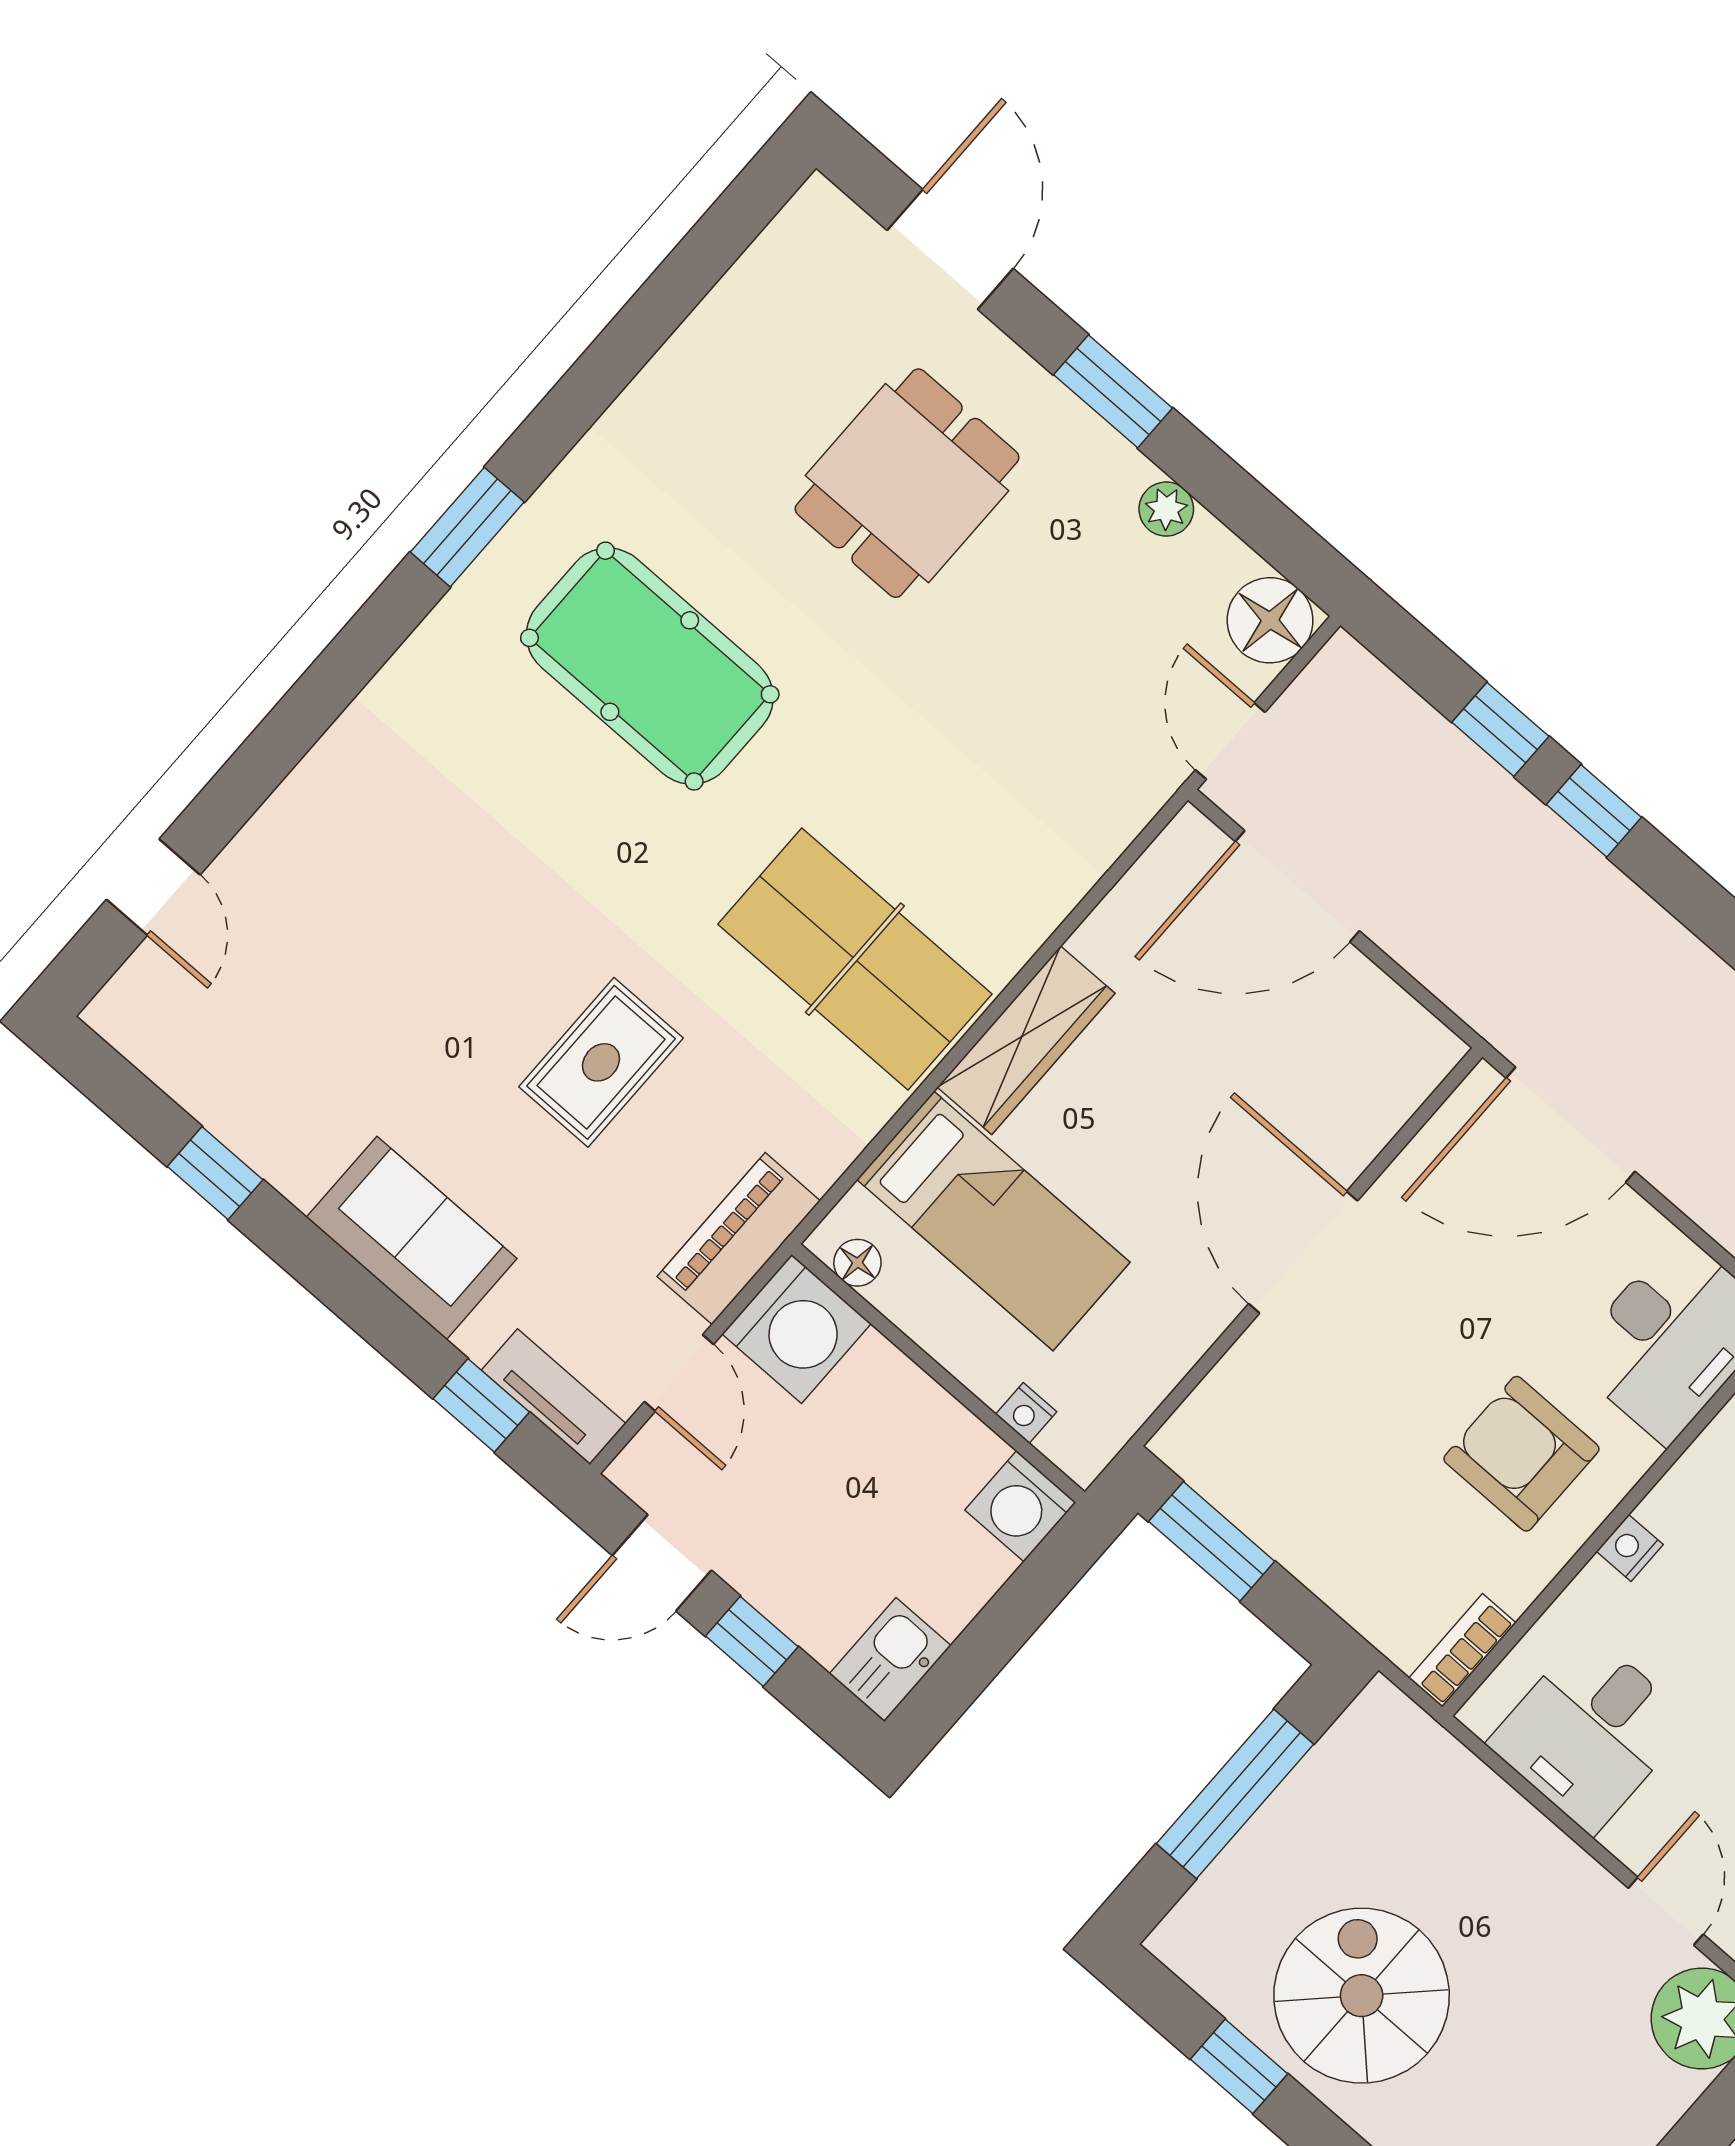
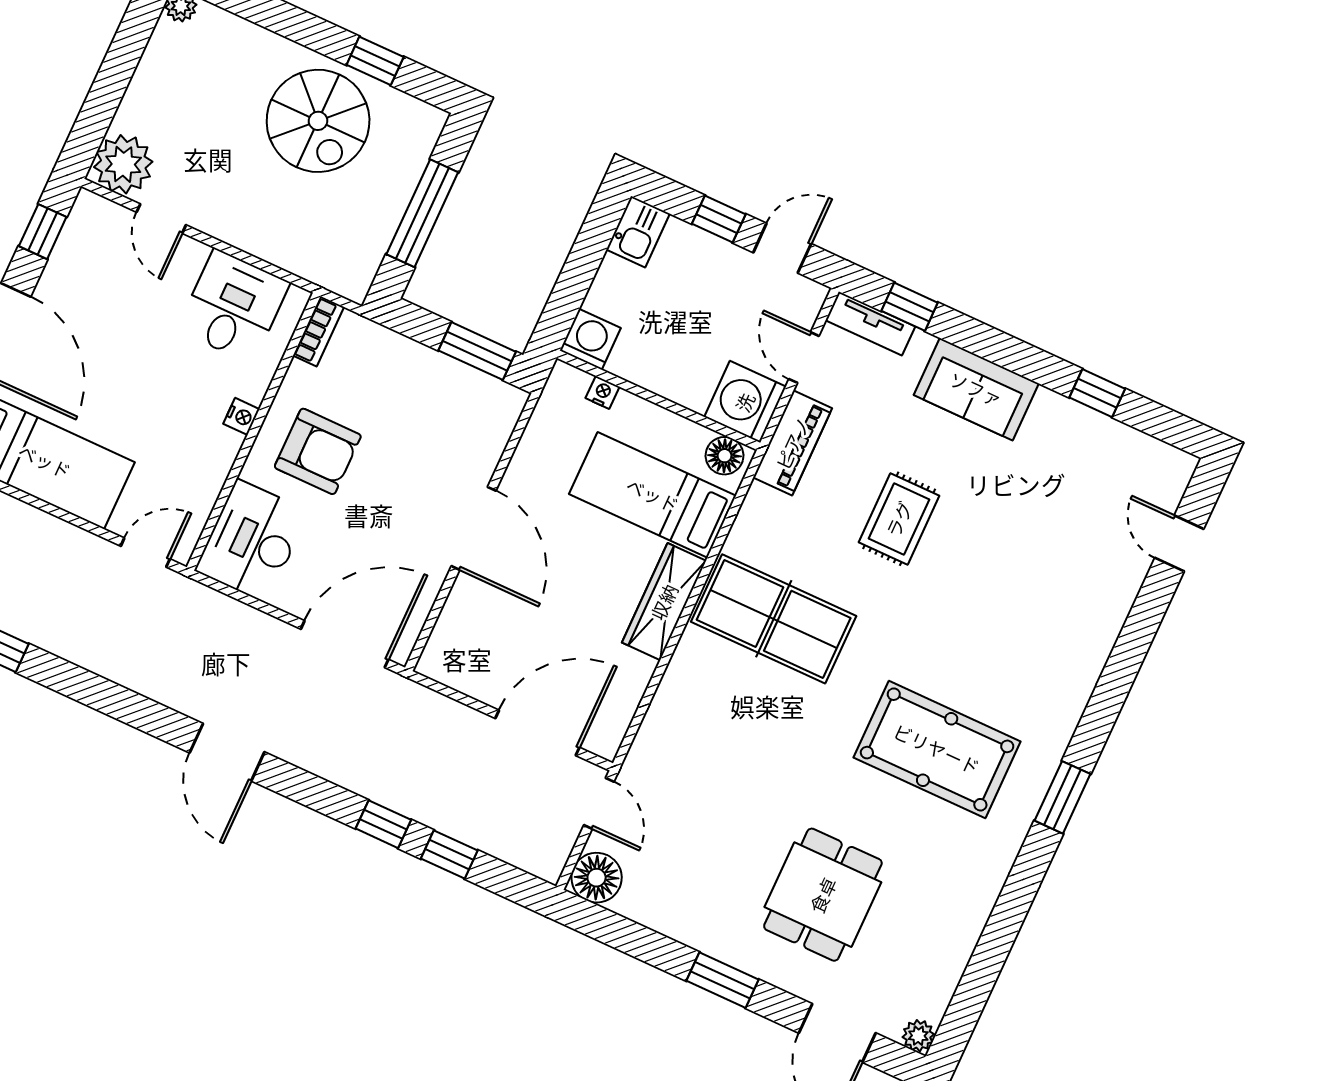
plant: (1166, 509) -> (918, 1036), moved
floor lamp: (857, 1263) -> (724, 456), width x1.37, depth x1.37

